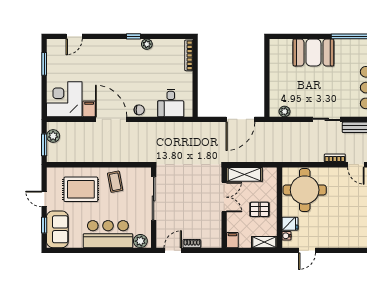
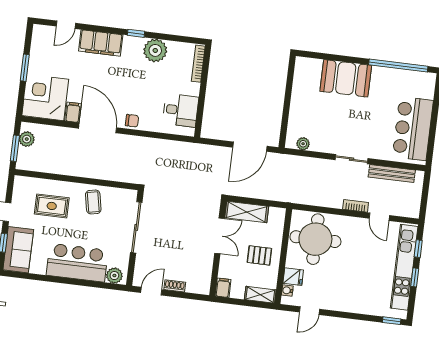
plant: (147, 44) -> (155, 50), width x1.88, depth x1.88
filing cabinet: (105, 48) -> (101, 43), added
window: (44, 64) -> (25, 68), moved
desk: (171, 103) -> (181, 110), moved, turned -90
rug: (81, 189) -> (52, 206), width x0.73, depth x0.70

